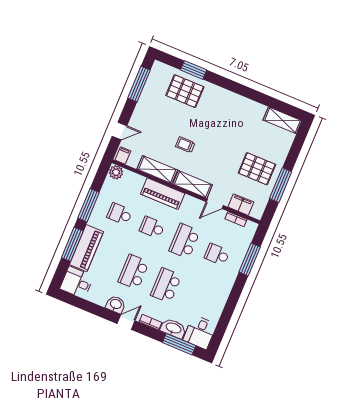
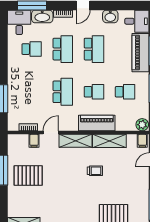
filing cabinet: (241, 205) -> (34, 141), width x0.50
school desk: (217, 254) -> (32, 49), moved
washbasin: (116, 304) -> (110, 16), moved

